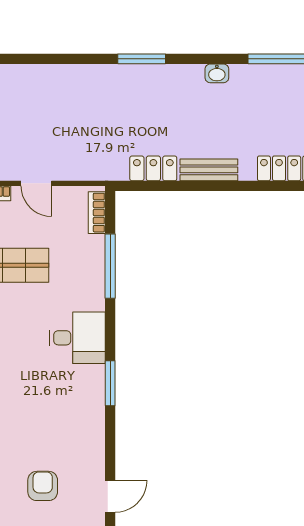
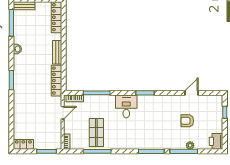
locker: (153, 168) -> (56, 81), width x1.53
door: (36, 183) -> (63, 113), moved
door: (110, 496) -> (192, 93), hinge flipped

